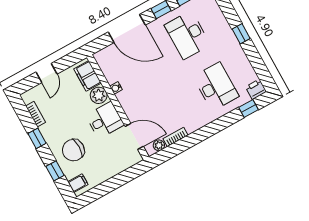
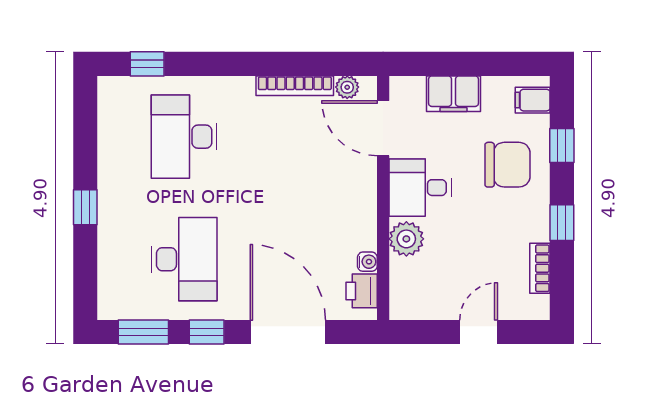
filing cabinet: (87, 76) -> (454, 94), moved, turned 90
water cooler: (116, 88) -> (367, 262), moved
printer: (256, 89) -> (362, 291), moved, turned 90
bookcase: (175, 137) -> (295, 86), width x1.56

